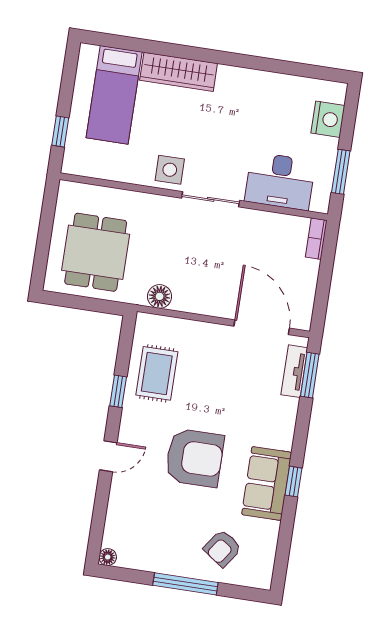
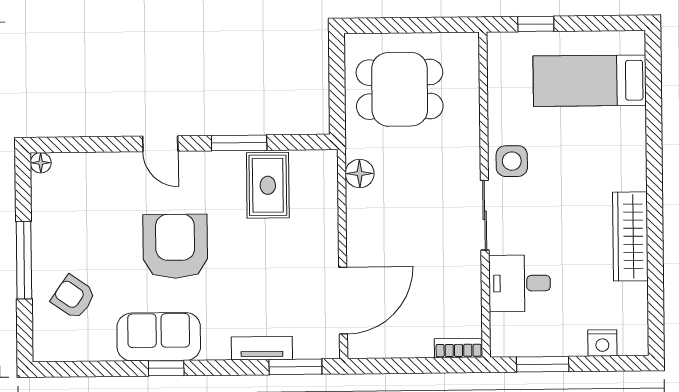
wardrobe: (179, 72) -> (630, 236), moved
nightstand: (328, 119) -> (602, 343), width x0.74, depth x0.75
desk: (280, 181) -> (520, 283), width x0.73
tv unit: (294, 371) -> (262, 348), moved
rug: (157, 373) -> (268, 185), turned 90
window: (118, 391) -> (239, 143), width x1.50
armchair: (194, 458) -> (175, 246), turned 180

